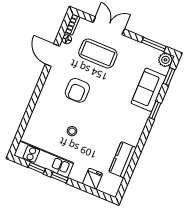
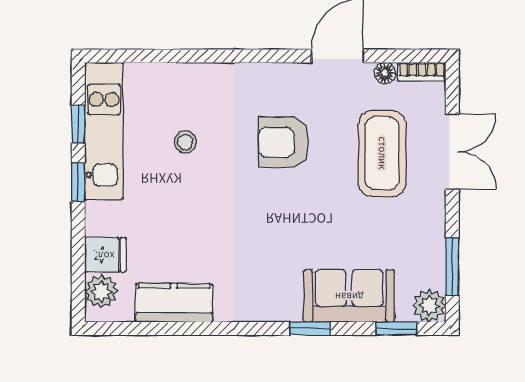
stool: (72, 131) -> (185, 142), moved
plant: (106, 186) -> (101, 291), added

